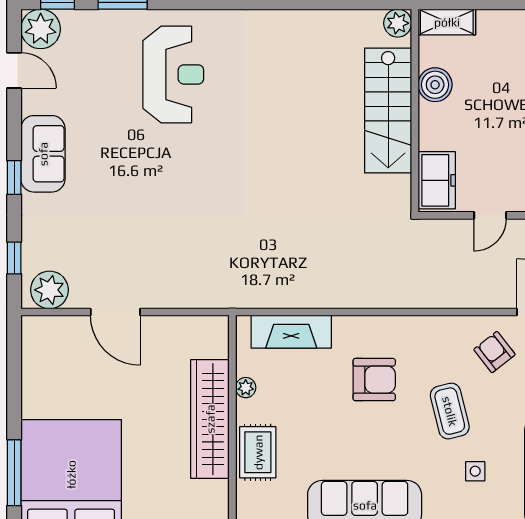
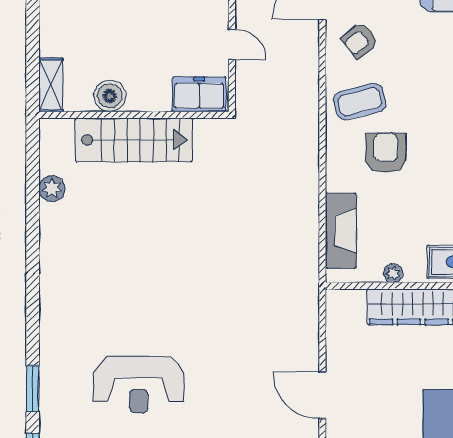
plant: (398, 23) -> (52, 189), moved
reception desk: (173, 74) -> (139, 385), moved, turned 180
door: (115, 312) -> (322, 395), swing flipped
coffee table: (450, 411) -> (360, 102), moved

